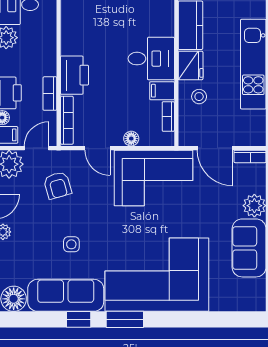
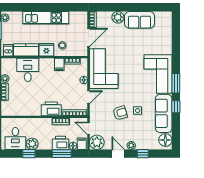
desk: (151, 59) -> (28, 70), moved
armchair: (58, 185) -> (120, 113), moved
corner sofa: (157, 275) -> (158, 74), width x0.73, depth x0.74

